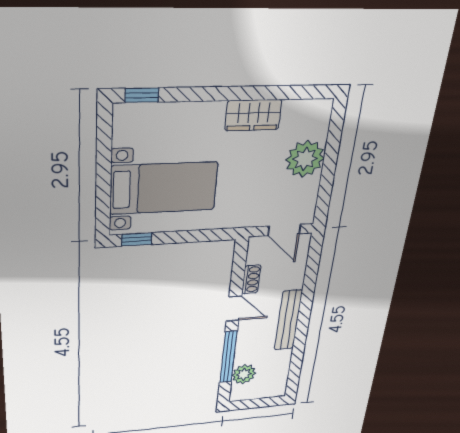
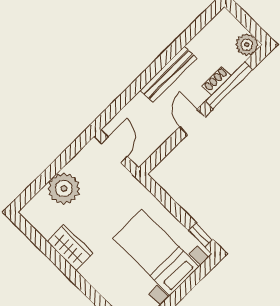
shoe rack: (251, 279) -> (217, 81), moved
plant: (244, 374) -> (247, 45), moved

